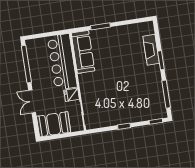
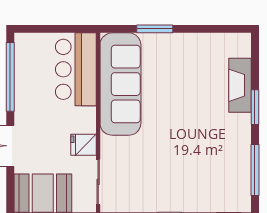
sofa: (83, 52) -> (120, 84), width x1.36, depth x1.27
bar counter: (62, 62) -> (76, 69), width x0.73

